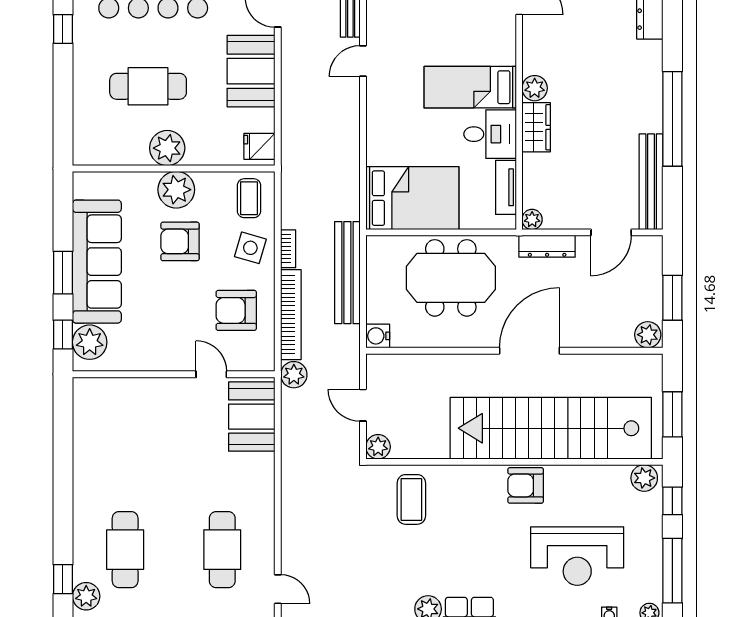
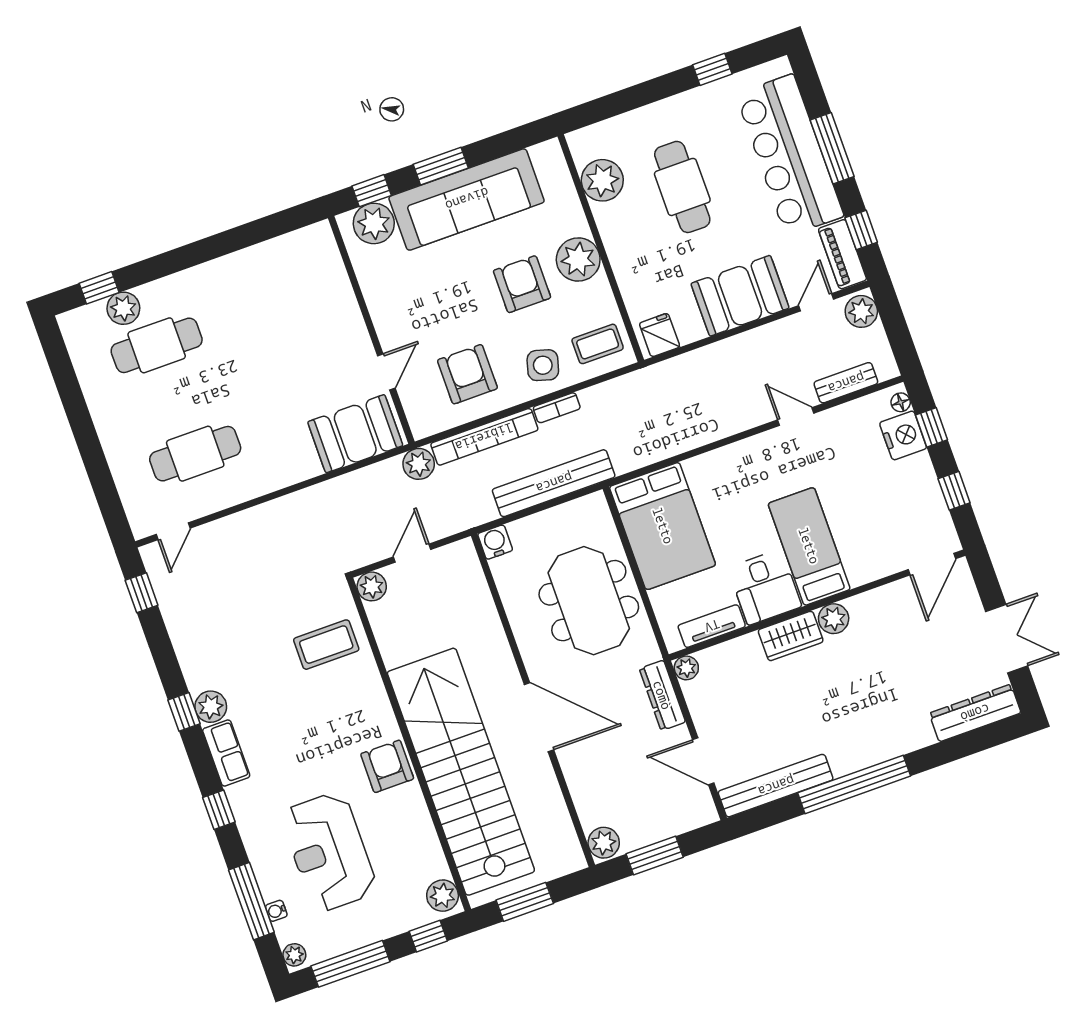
plant: (167, 148) -> (602, 180), moved
plant: (86, 596) -> (123, 308), moved

